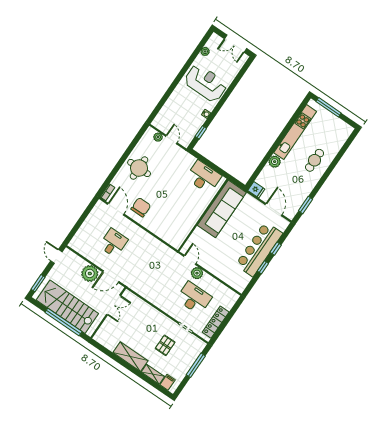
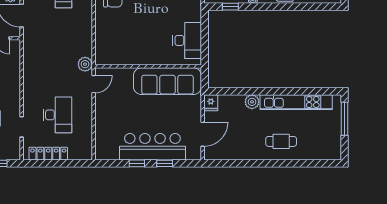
window: (306, 205) -> (229, 163), removed
plant: (197, 273) -> (85, 64), moved

